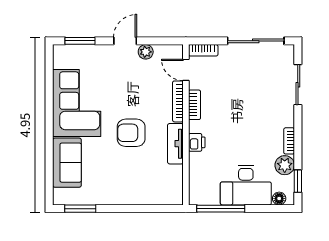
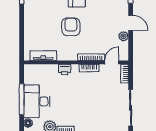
tv unit: (175, 144) -> (43, 56), moved
window: (221, 209) -> (22, 99), moved

